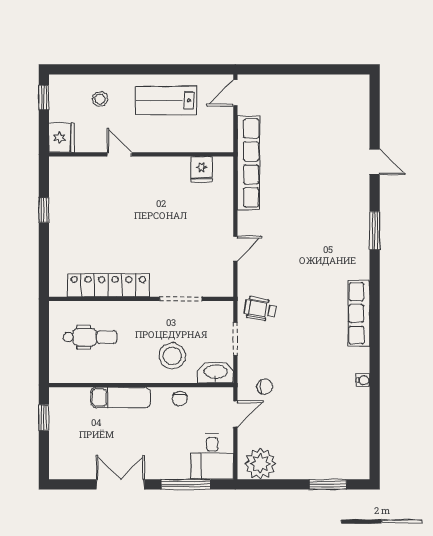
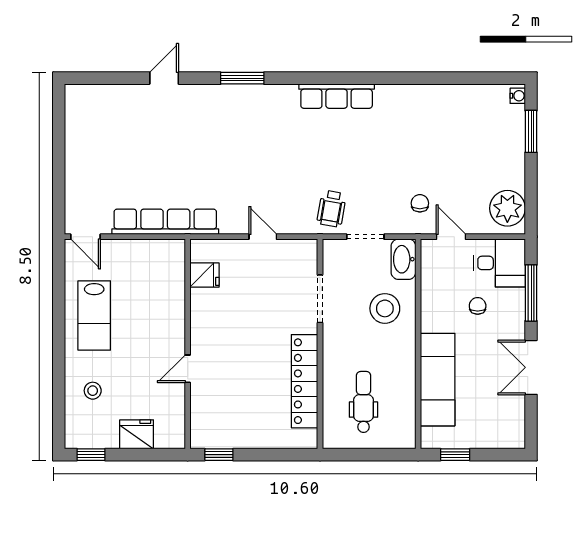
door: (119, 154) -> (188, 369), moved
wall: (141, 154) -> (188, 344), moved
fridge: (202, 169) -> (204, 275), moved
water cooler: (363, 380) -> (518, 96), moved, turned 90
exam couch: (121, 398) -> (438, 380), width x1.36, depth x1.45
chair: (180, 399) -> (478, 306), moved, turned -90

